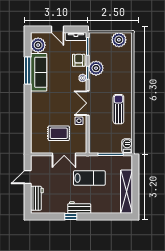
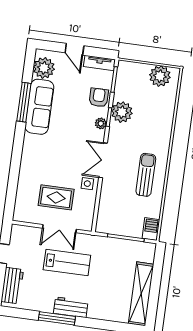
lab bench: (89, 178) -> (67, 263), moved
window: (71, 217) -> (57, 318), width x2.17

